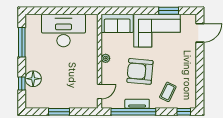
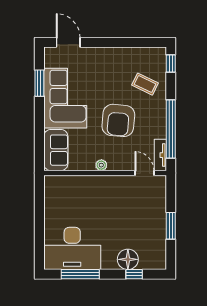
desk: (63, 31) -> (72, 248), moved, turned -90
tv unit: (137, 104) -> (160, 155), moved

